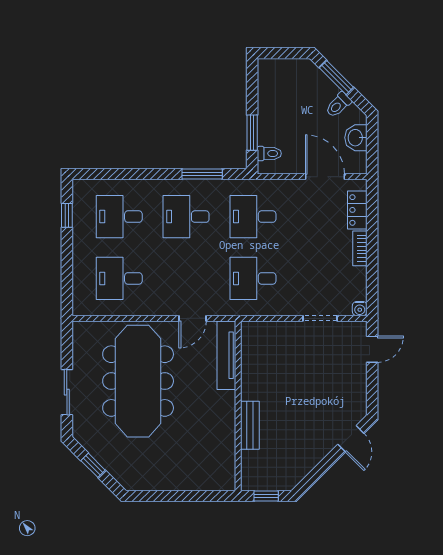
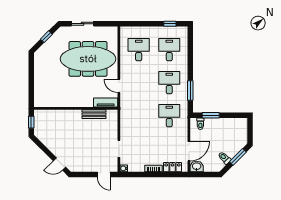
washbasin: (356, 138) -> (197, 166), moved
desk: (253, 278) -> (139, 116), removed
tv unit: (226, 355) -> (106, 103), width x0.71
bench: (250, 425) -> (94, 114), moved

